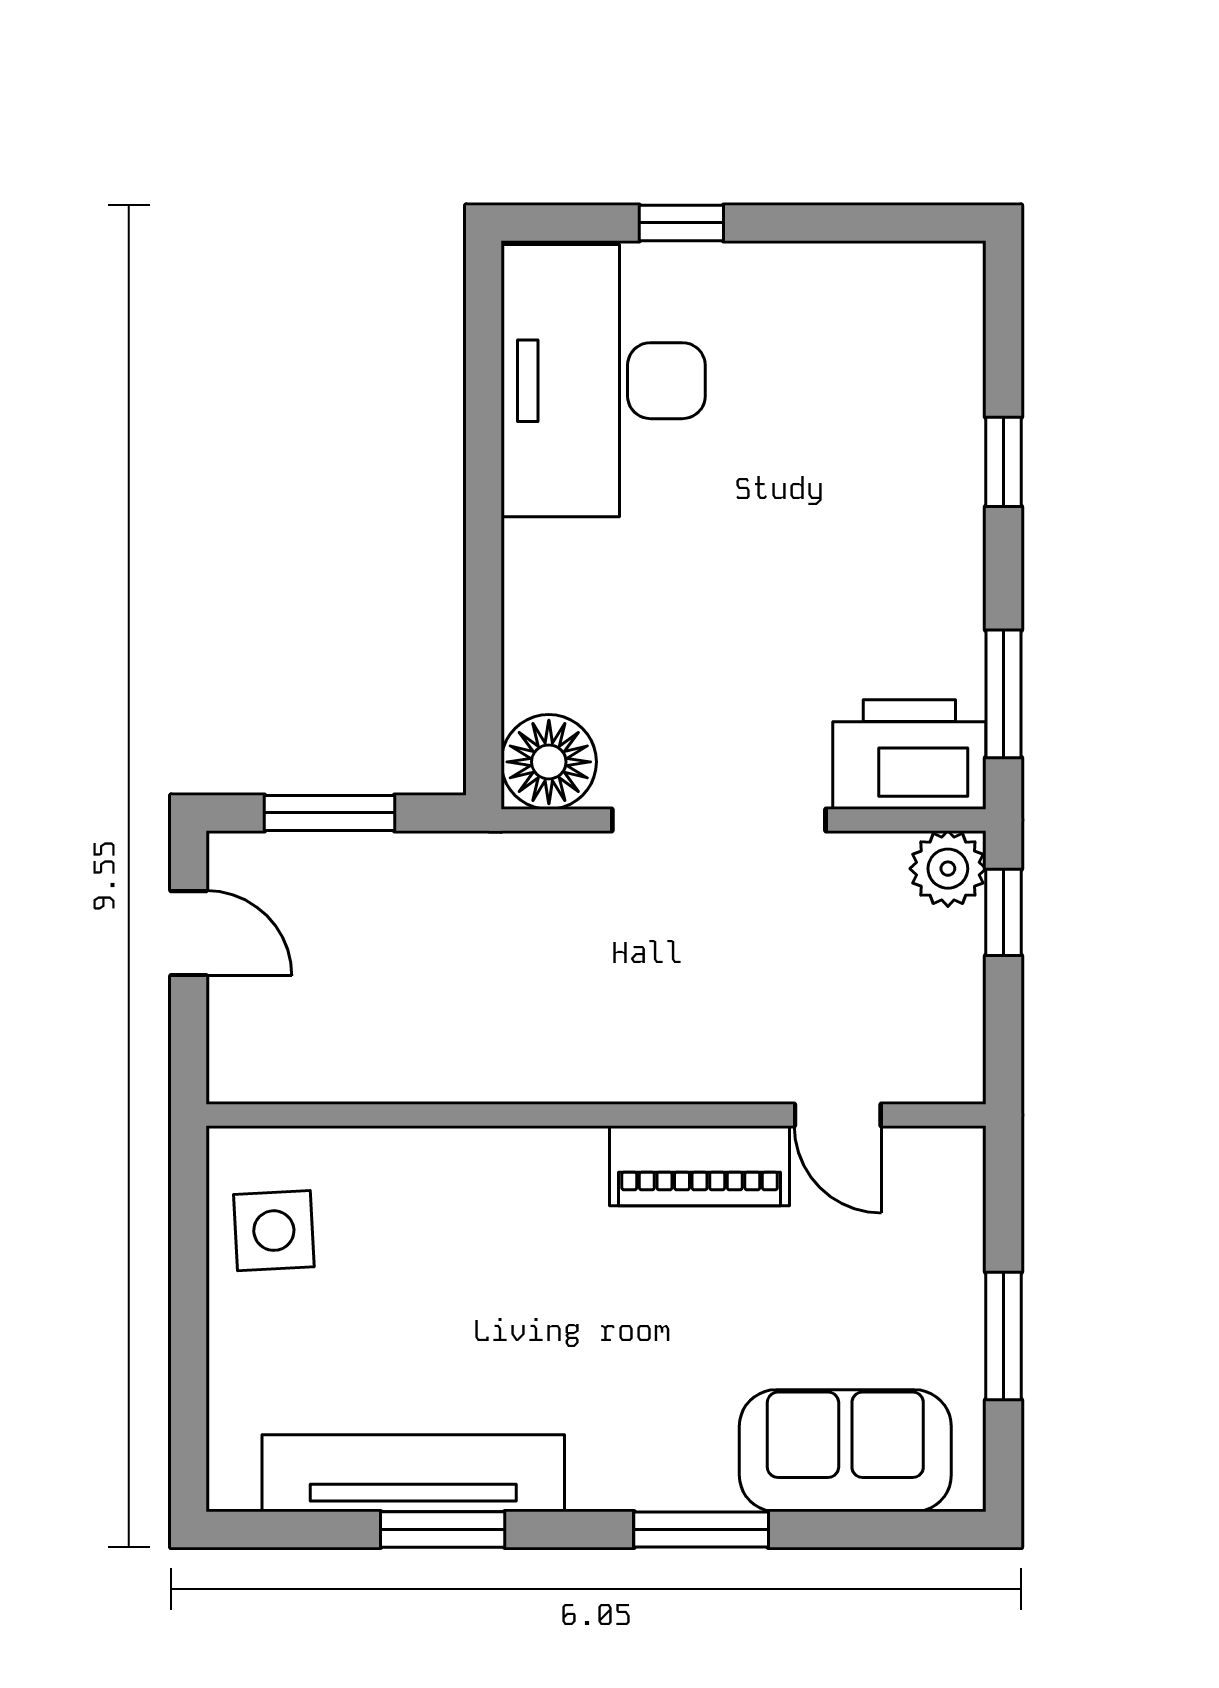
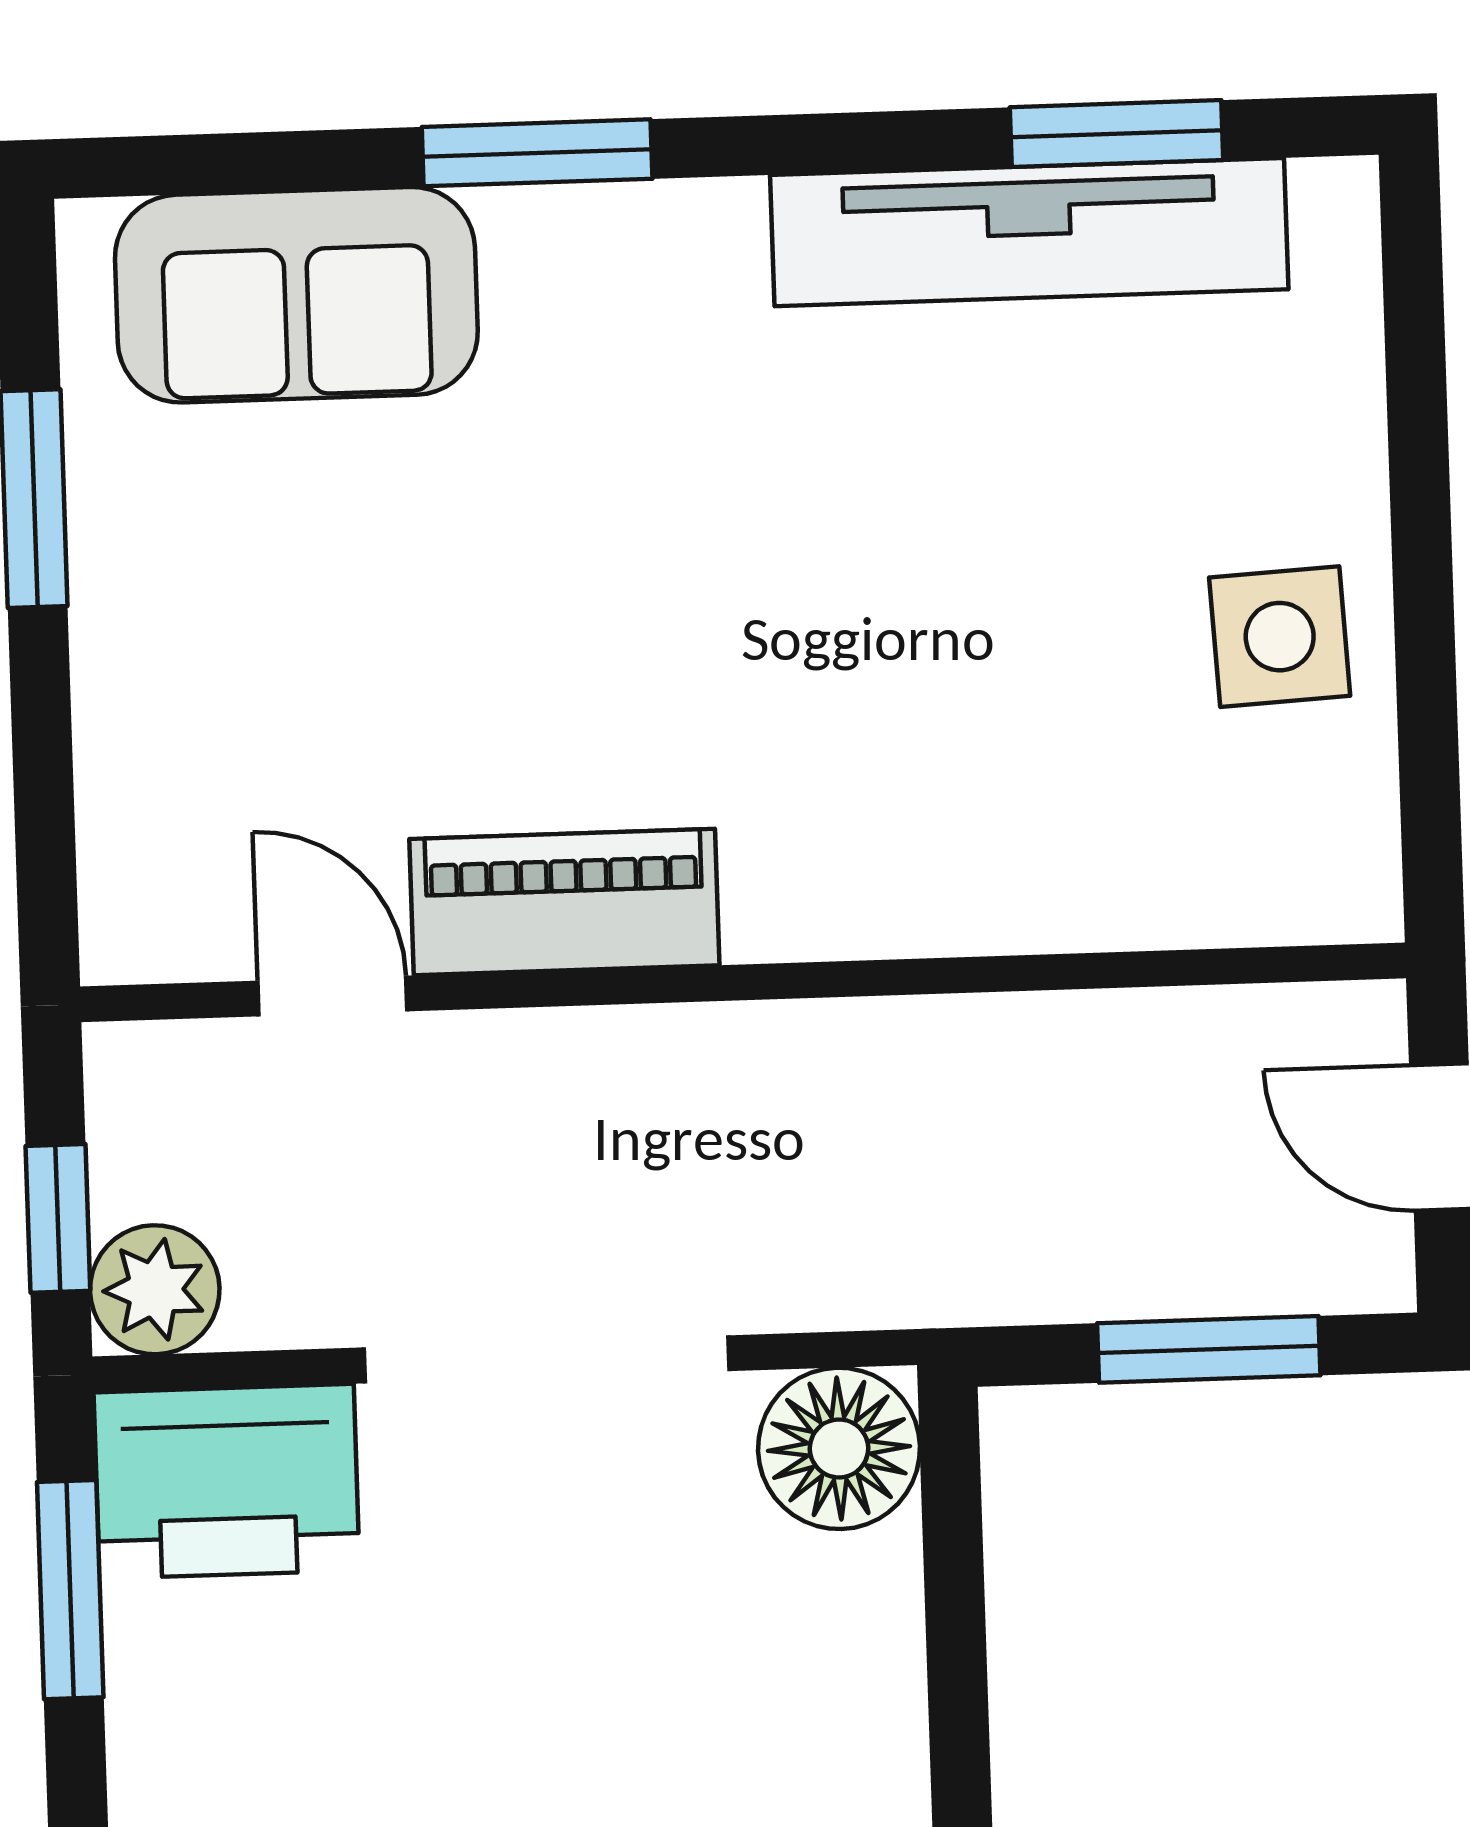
wall: (596, 1115) -> (743, 982), moved
door: (838, 1115) -> (332, 996), moved
piano: (700, 1166) -> (564, 902), moved
window: (443, 1529) -> (1117, 134), moved

